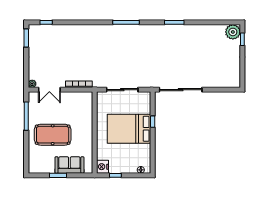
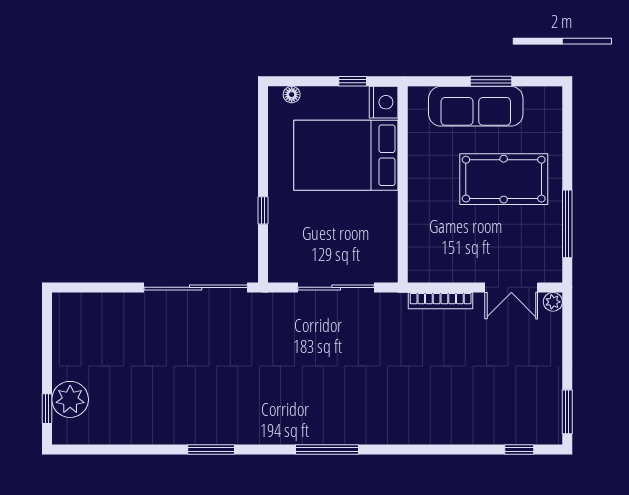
plant: (233, 32) -> (70, 399), moved
double door: (49, 90) -> (511, 287), swing flipped
bed: (129, 129) -> (346, 155), moved, turned 180
sofa: (69, 165) -> (476, 106), width x1.36

